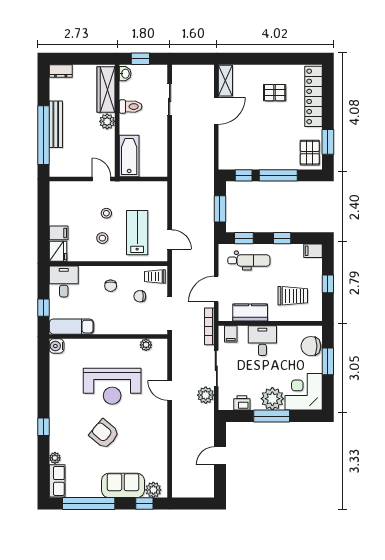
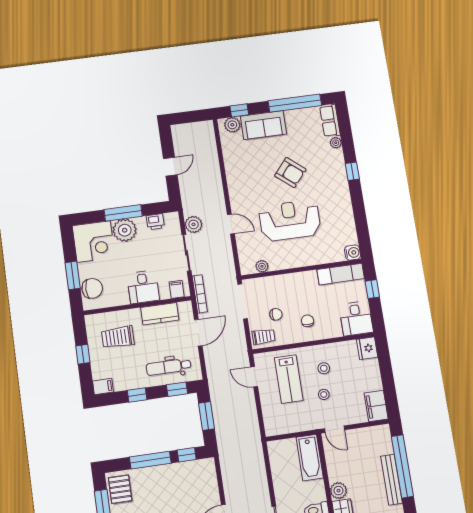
filing cabinet: (59, 233) -> (376, 406), moved, width x2.00

